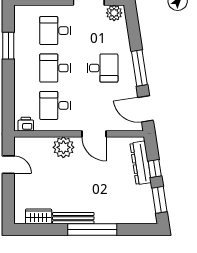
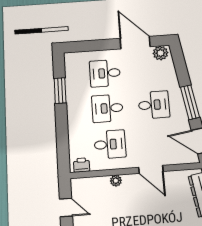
desk: (55, 105) -> (110, 144), turned 180
plant: (63, 147) -> (116, 181), width x0.53, depth x0.53

